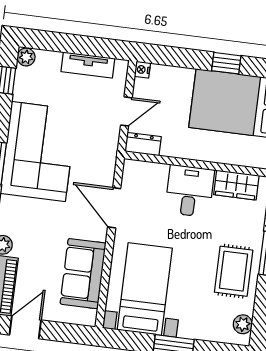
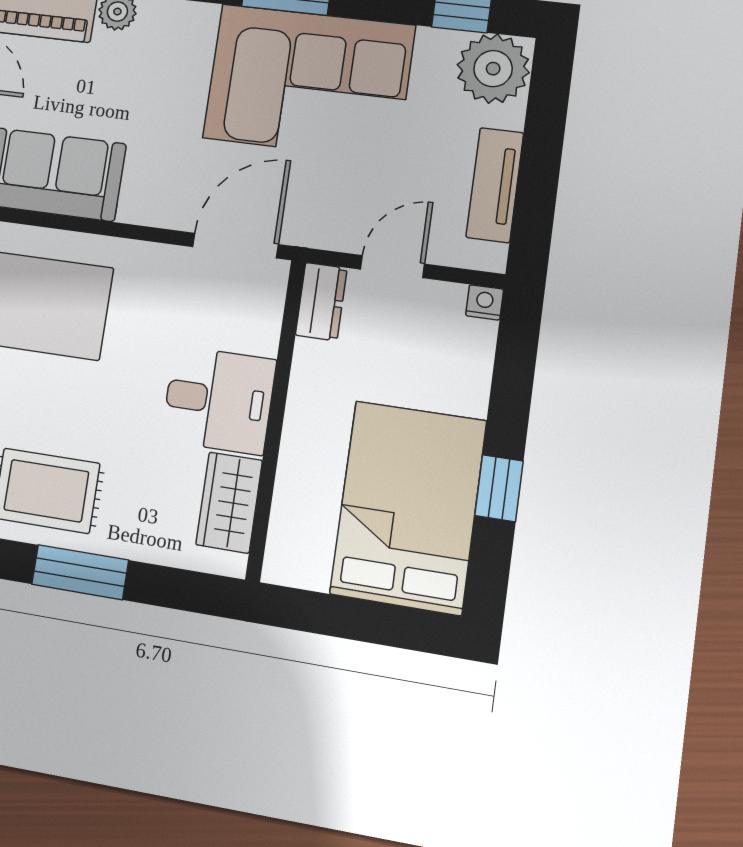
plant: (26, 57) -> (493, 69), width x1.87, depth x1.87
door: (126, 111) -> (392, 267), swing flipped
door: (114, 208) -> (235, 246), moved

